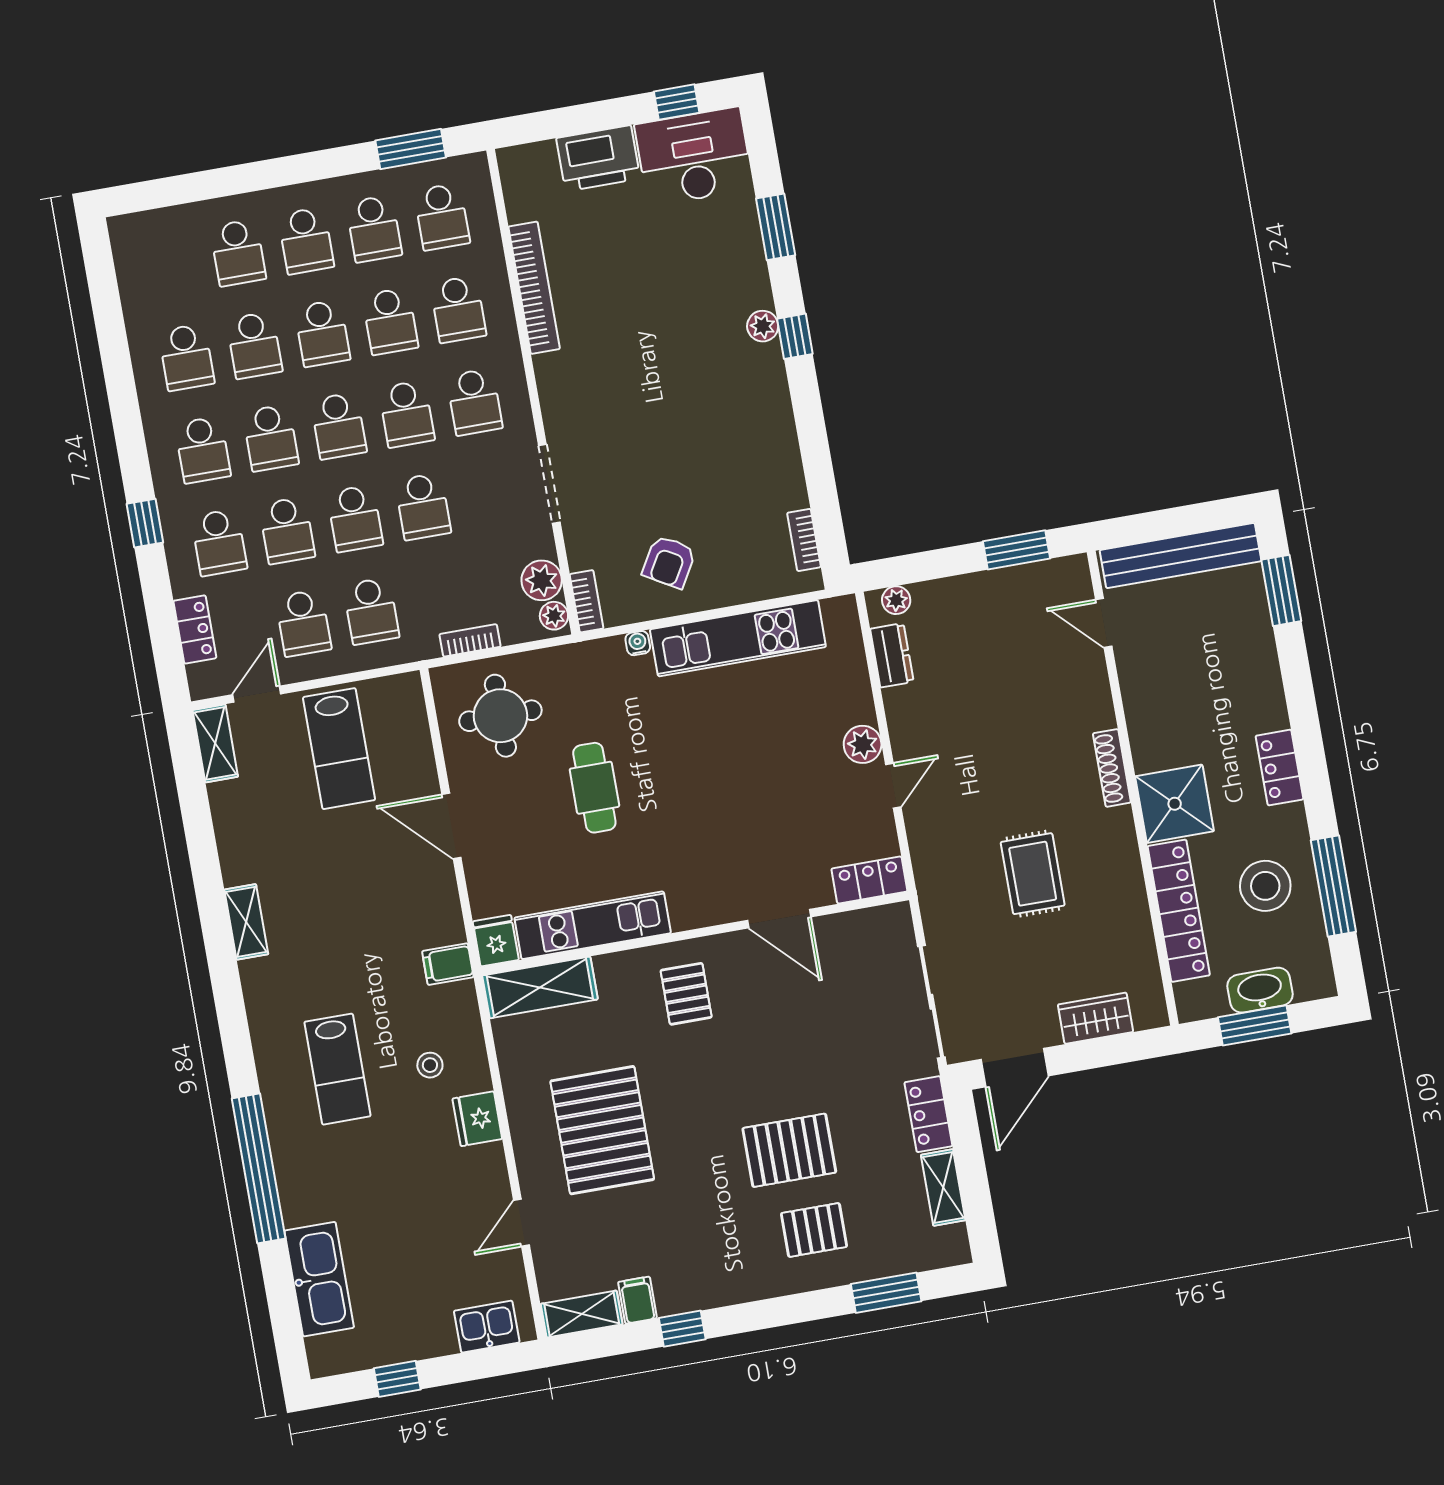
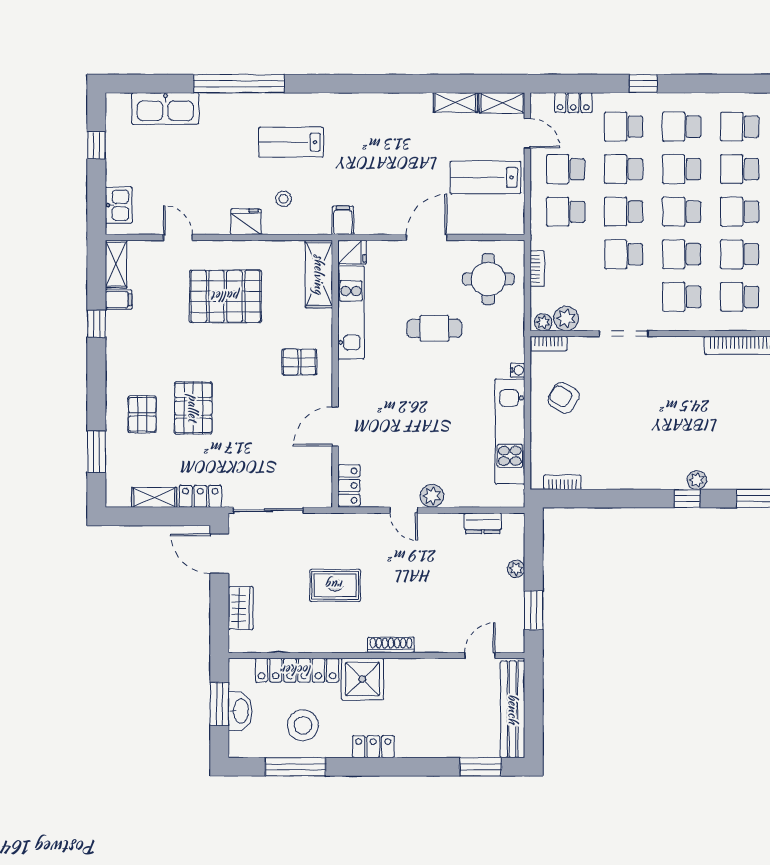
plant: (896, 600) -> (516, 569), moved
shelving: (246, 922) -> (455, 102), moved

